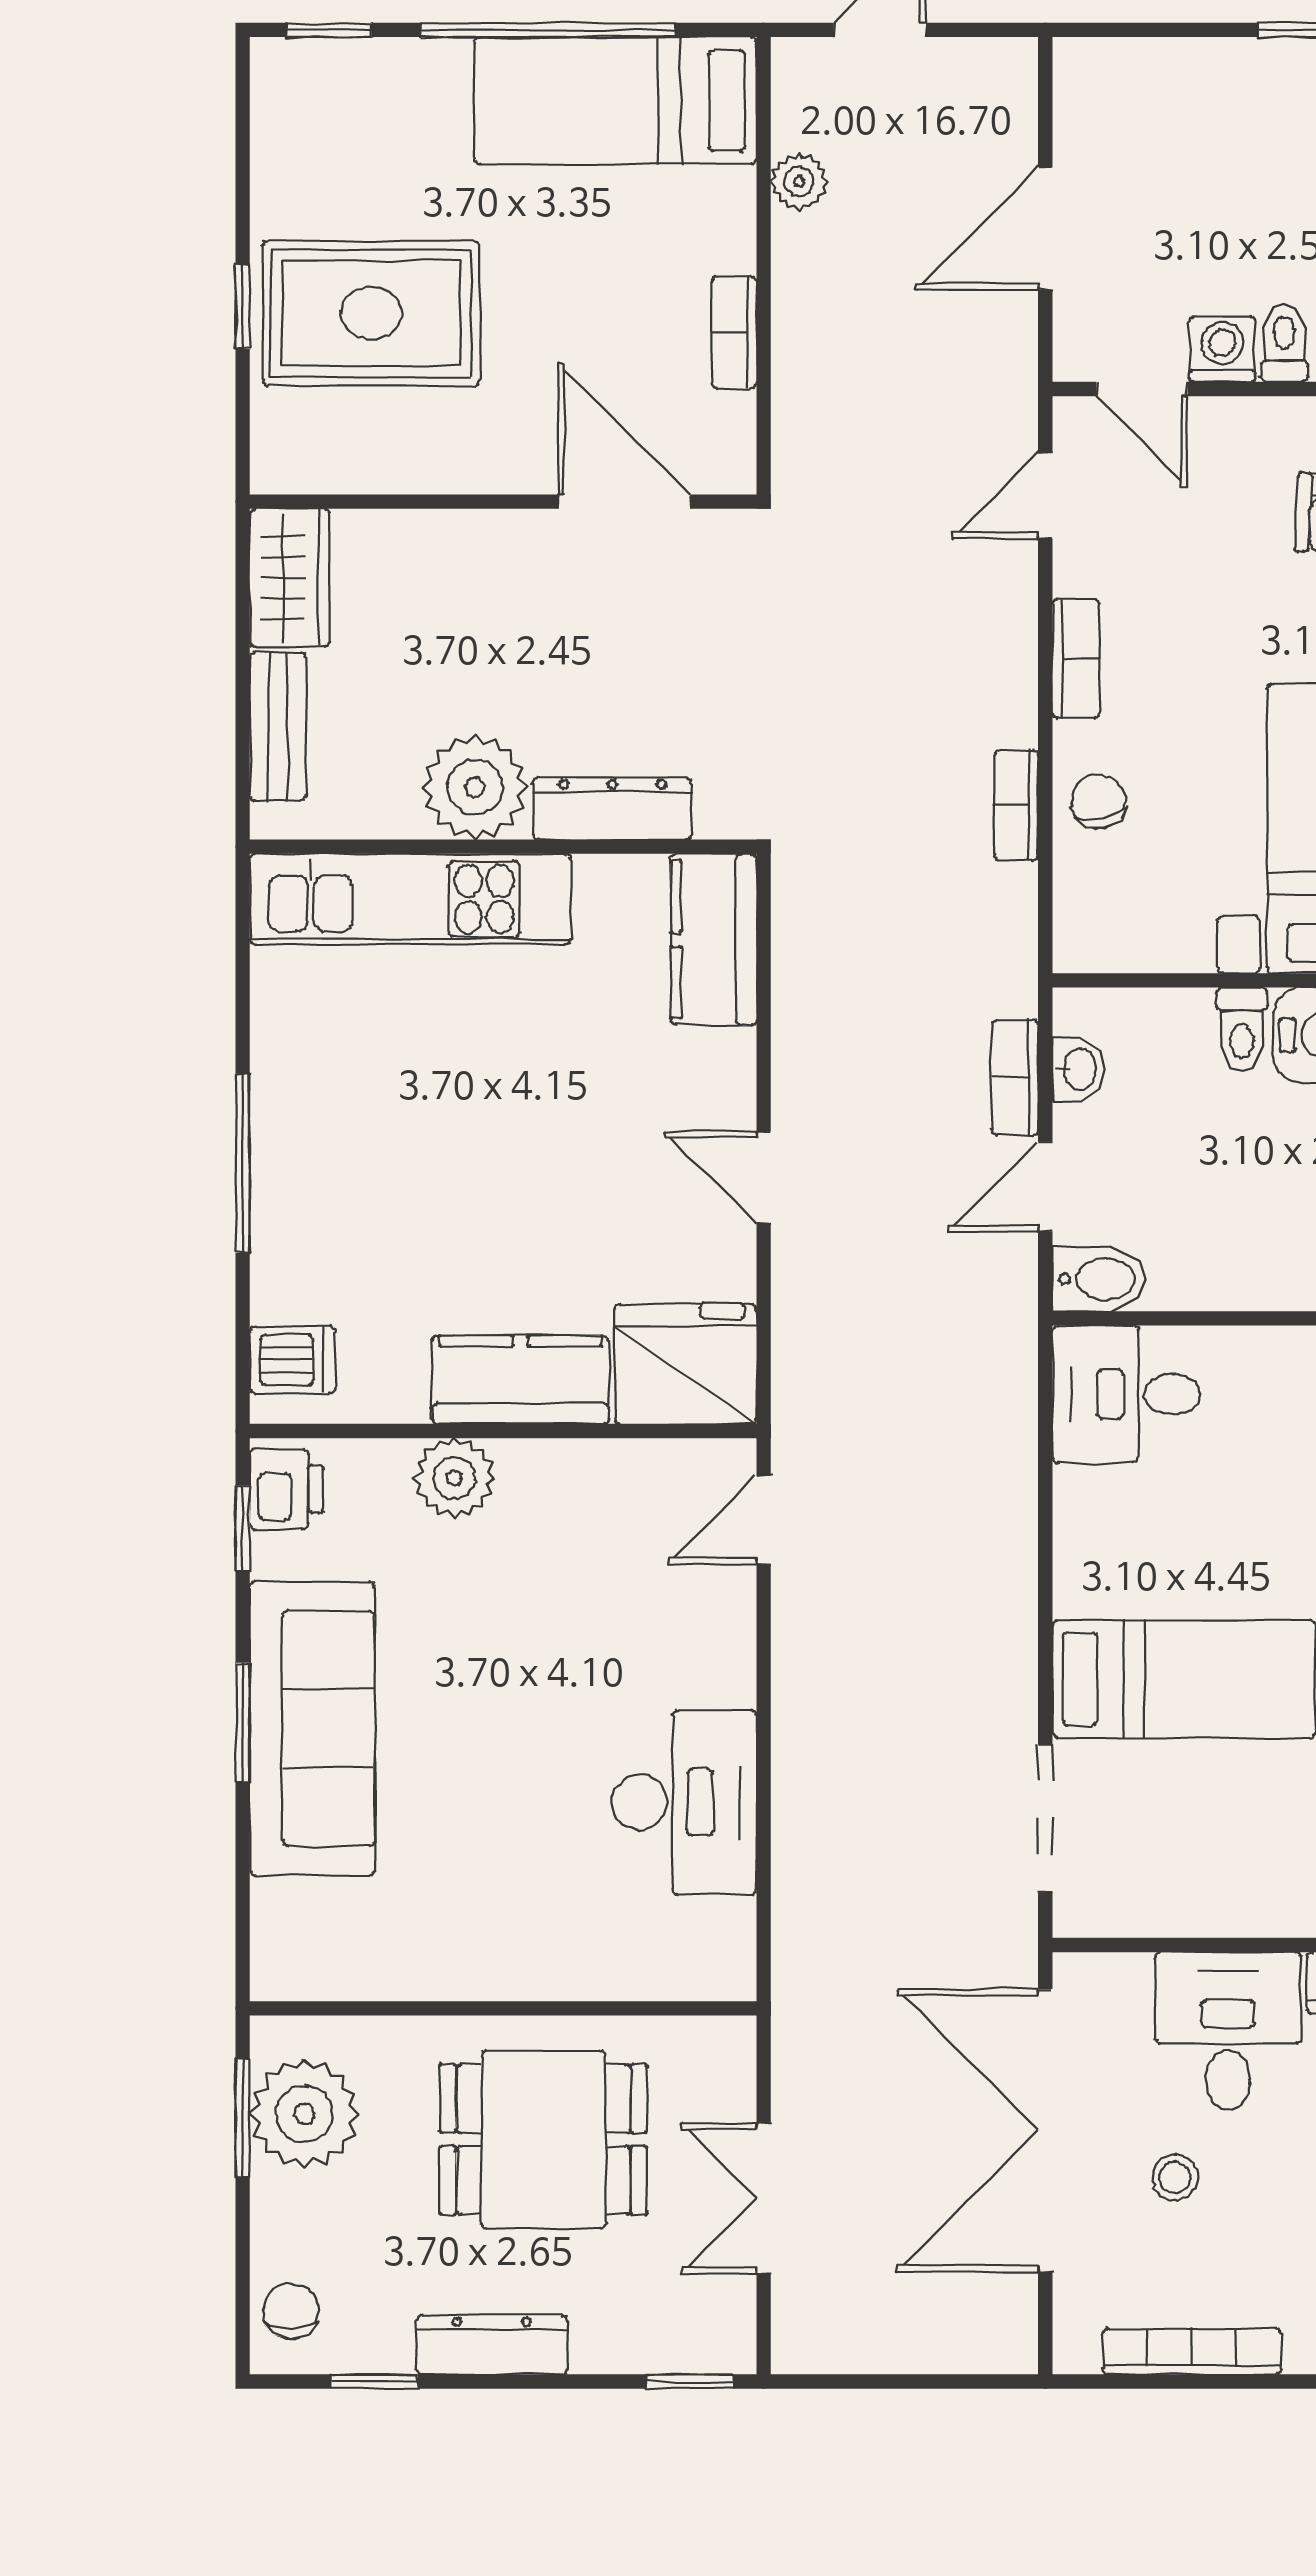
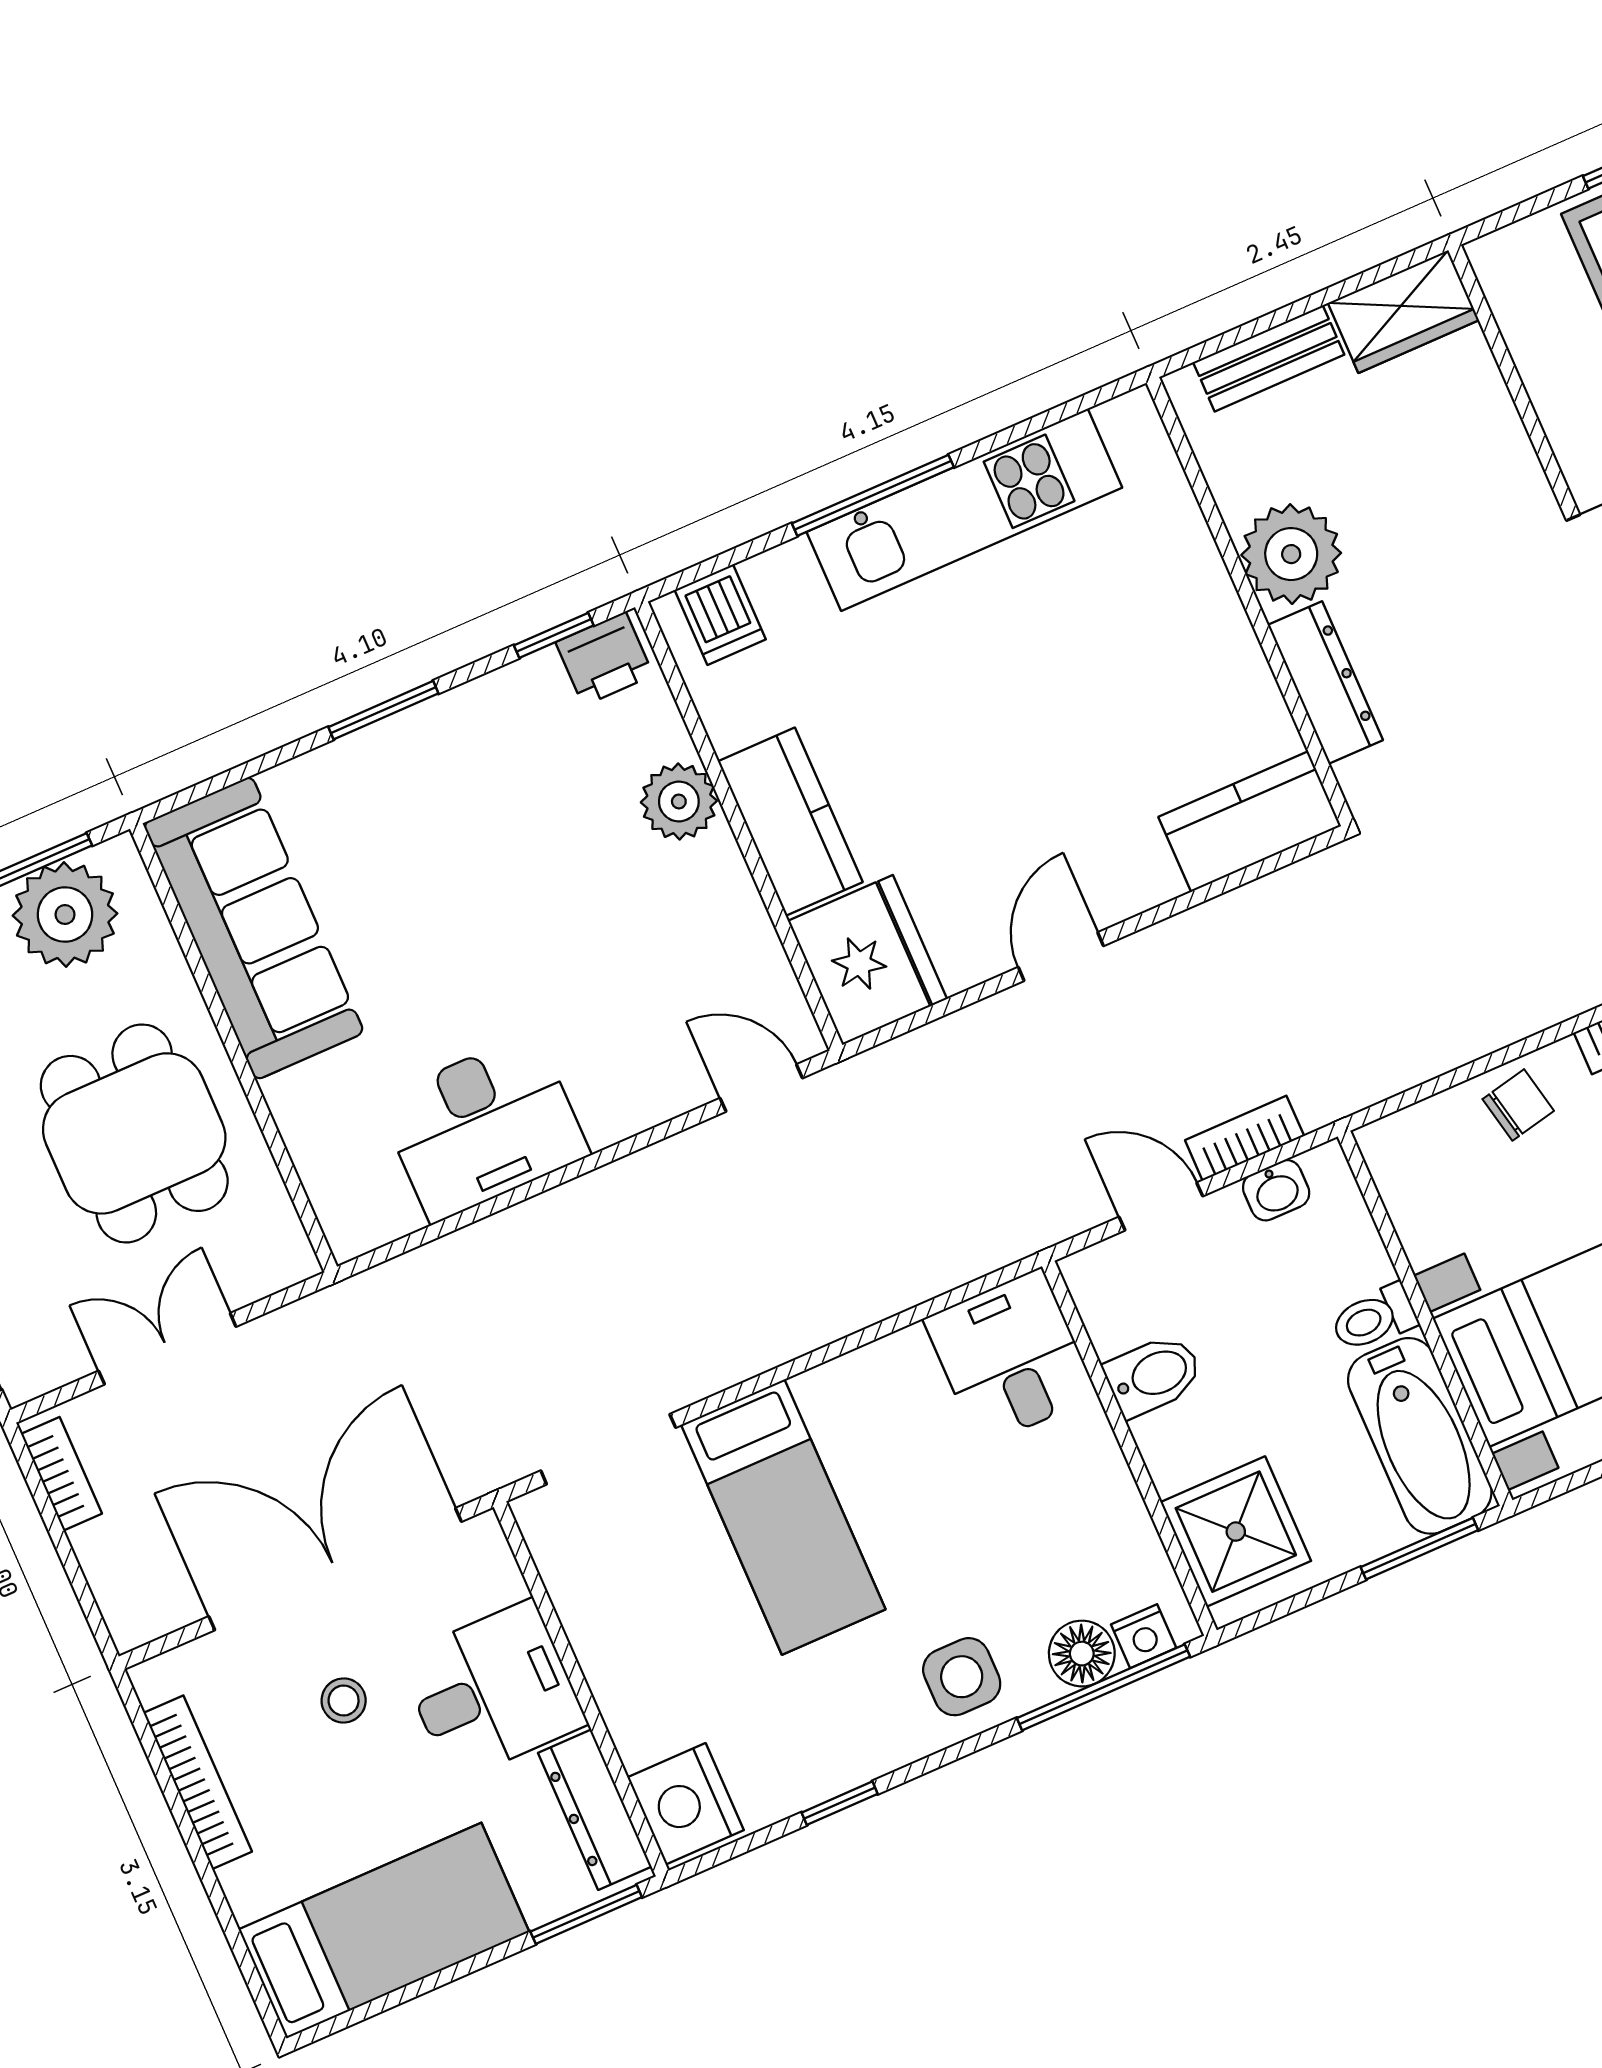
bookcase: (1016, 805) -> (61, 1474), moved, turned 90
kitchen unit: (410, 899) -> (964, 510), moved, turned -90
bidet: (1099, 1279) -> (1154, 1375), moved, turned -90
sofa: (312, 1729) -> (254, 928), moved, turned -90

